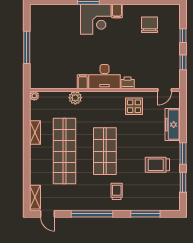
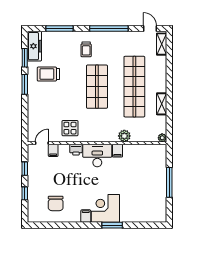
filing cabinet: (152, 82) -> (53, 150), added
freezer: (173, 125) -> (34, 46), moved
trolley: (157, 165) -> (48, 74), turned 180

